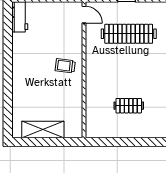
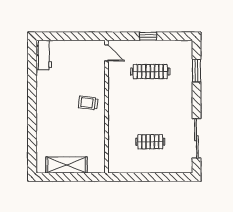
clothes rail: (129, 34) -> (150, 72), width x0.73, depth x0.76

